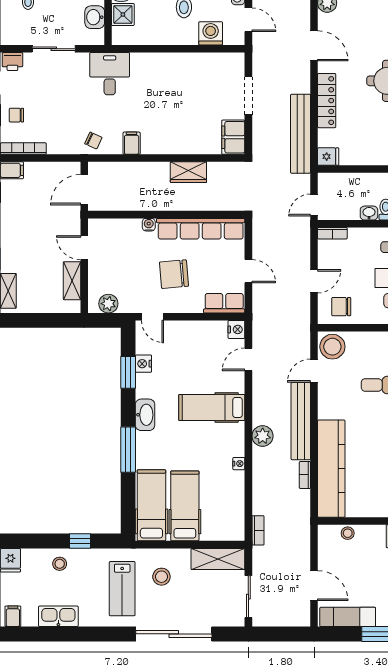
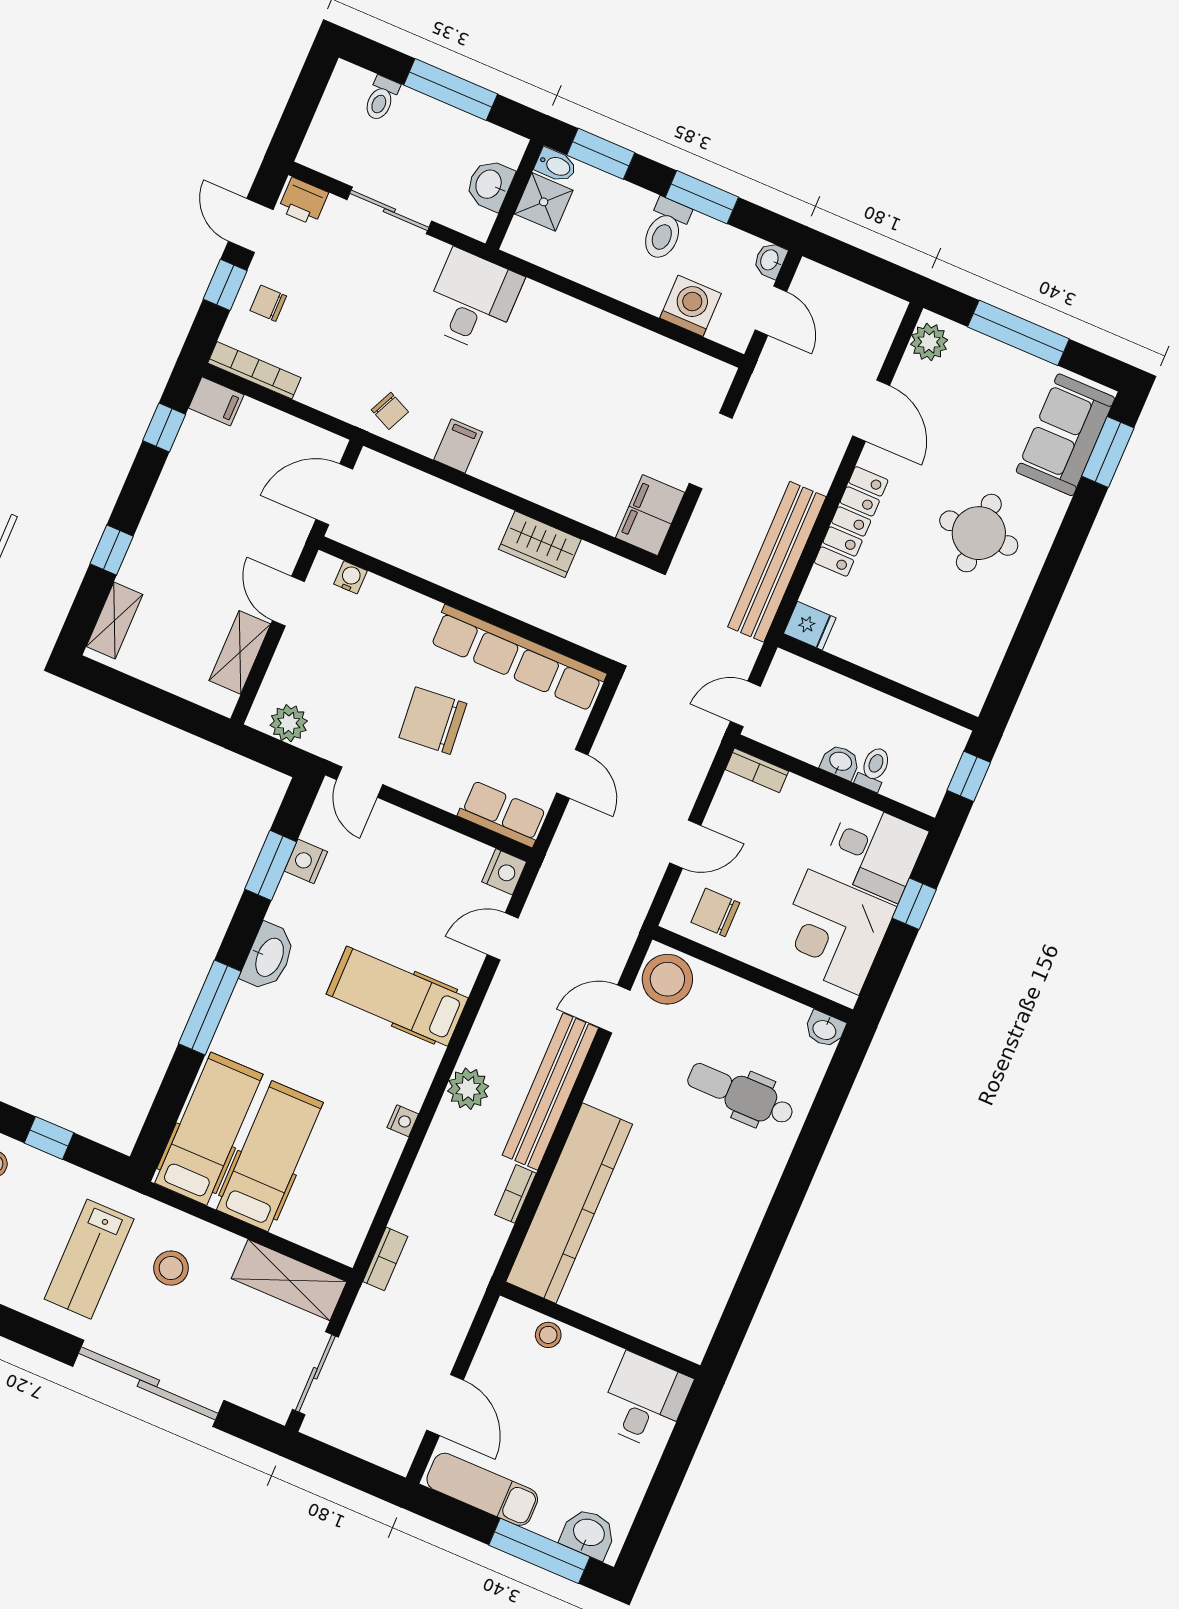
water cooler: (149, 225) -> (350, 577), moved

